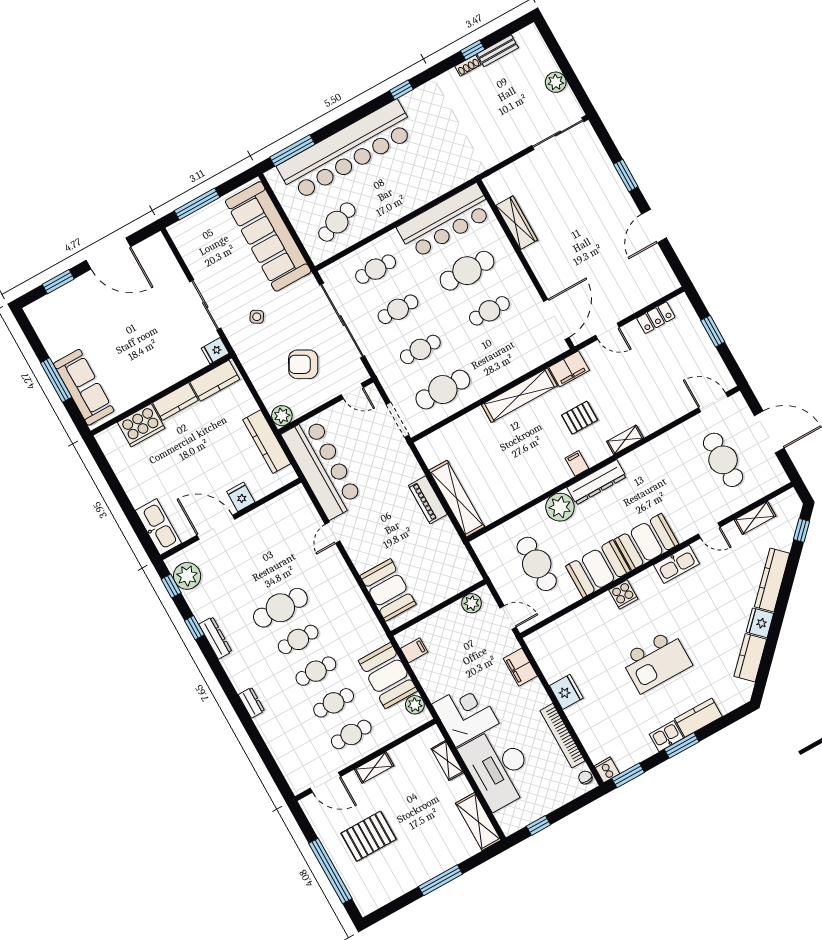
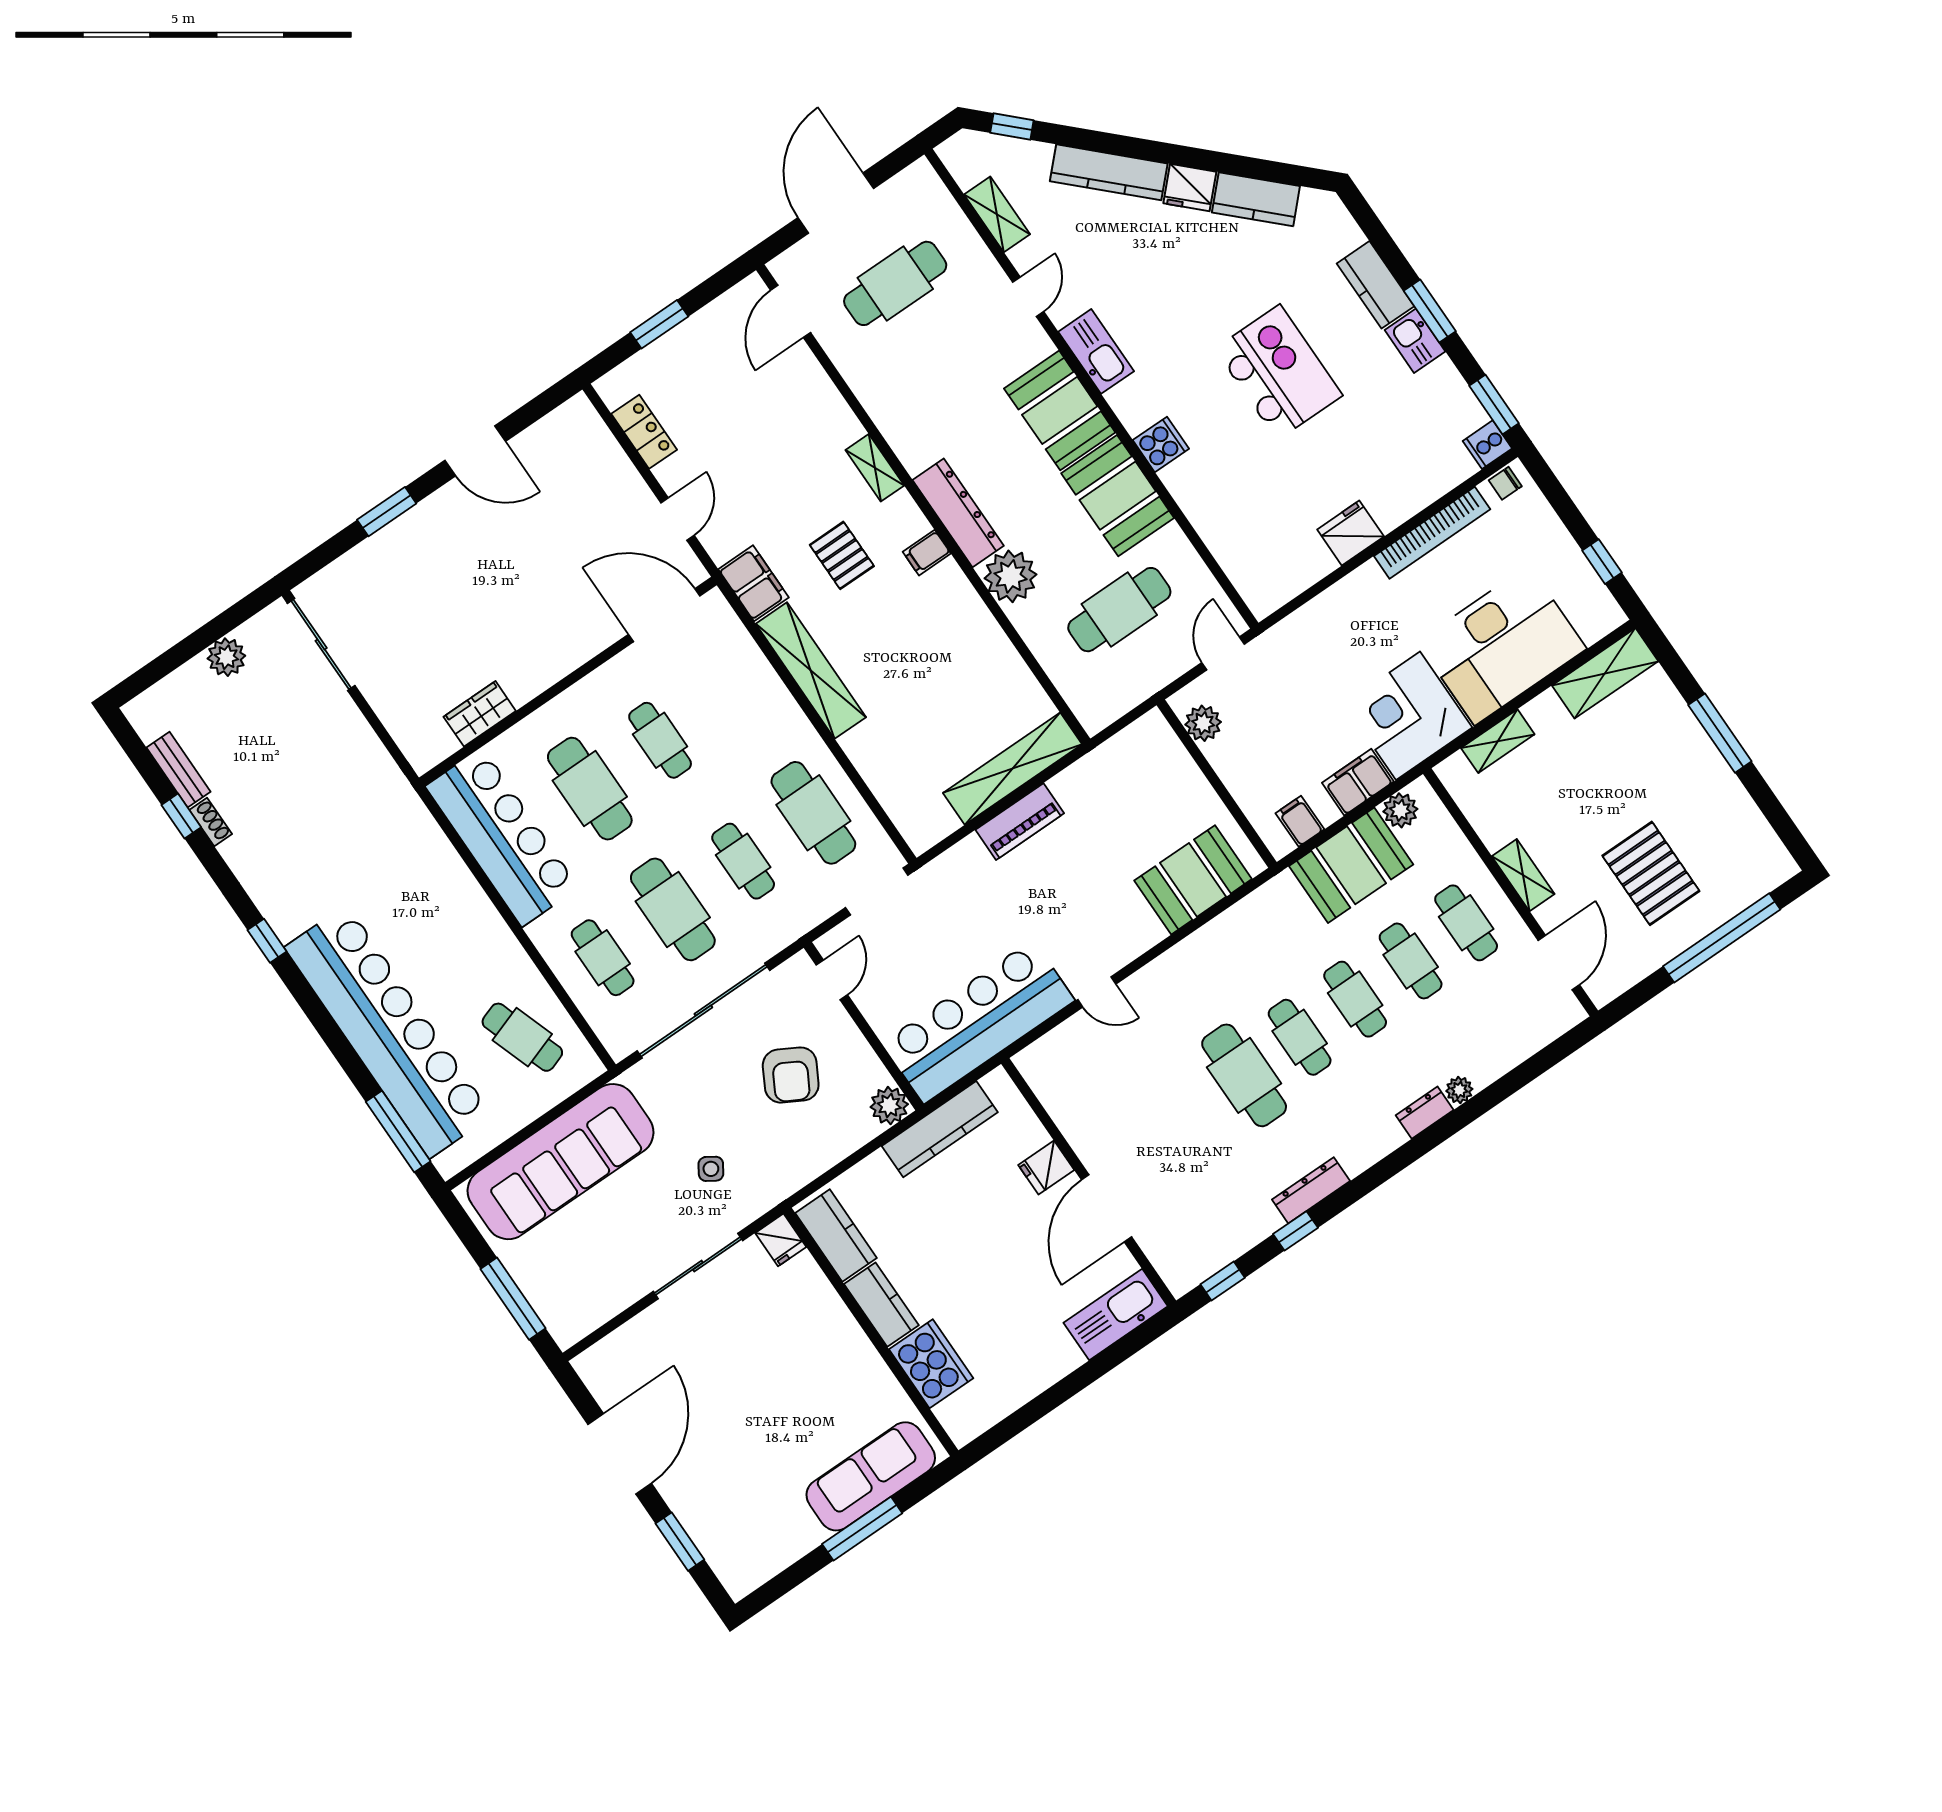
wardrobe: (517, 223) -> (480, 714), width x0.67
cafe table: (398, 309) -> (673, 909), width x1.37, depth x1.35
plant: (187, 576) -> (1459, 1090), moved, width x0.53, depth x0.53
filing cabinet: (520, 667) -> (1358, 782), moved, turned 180

